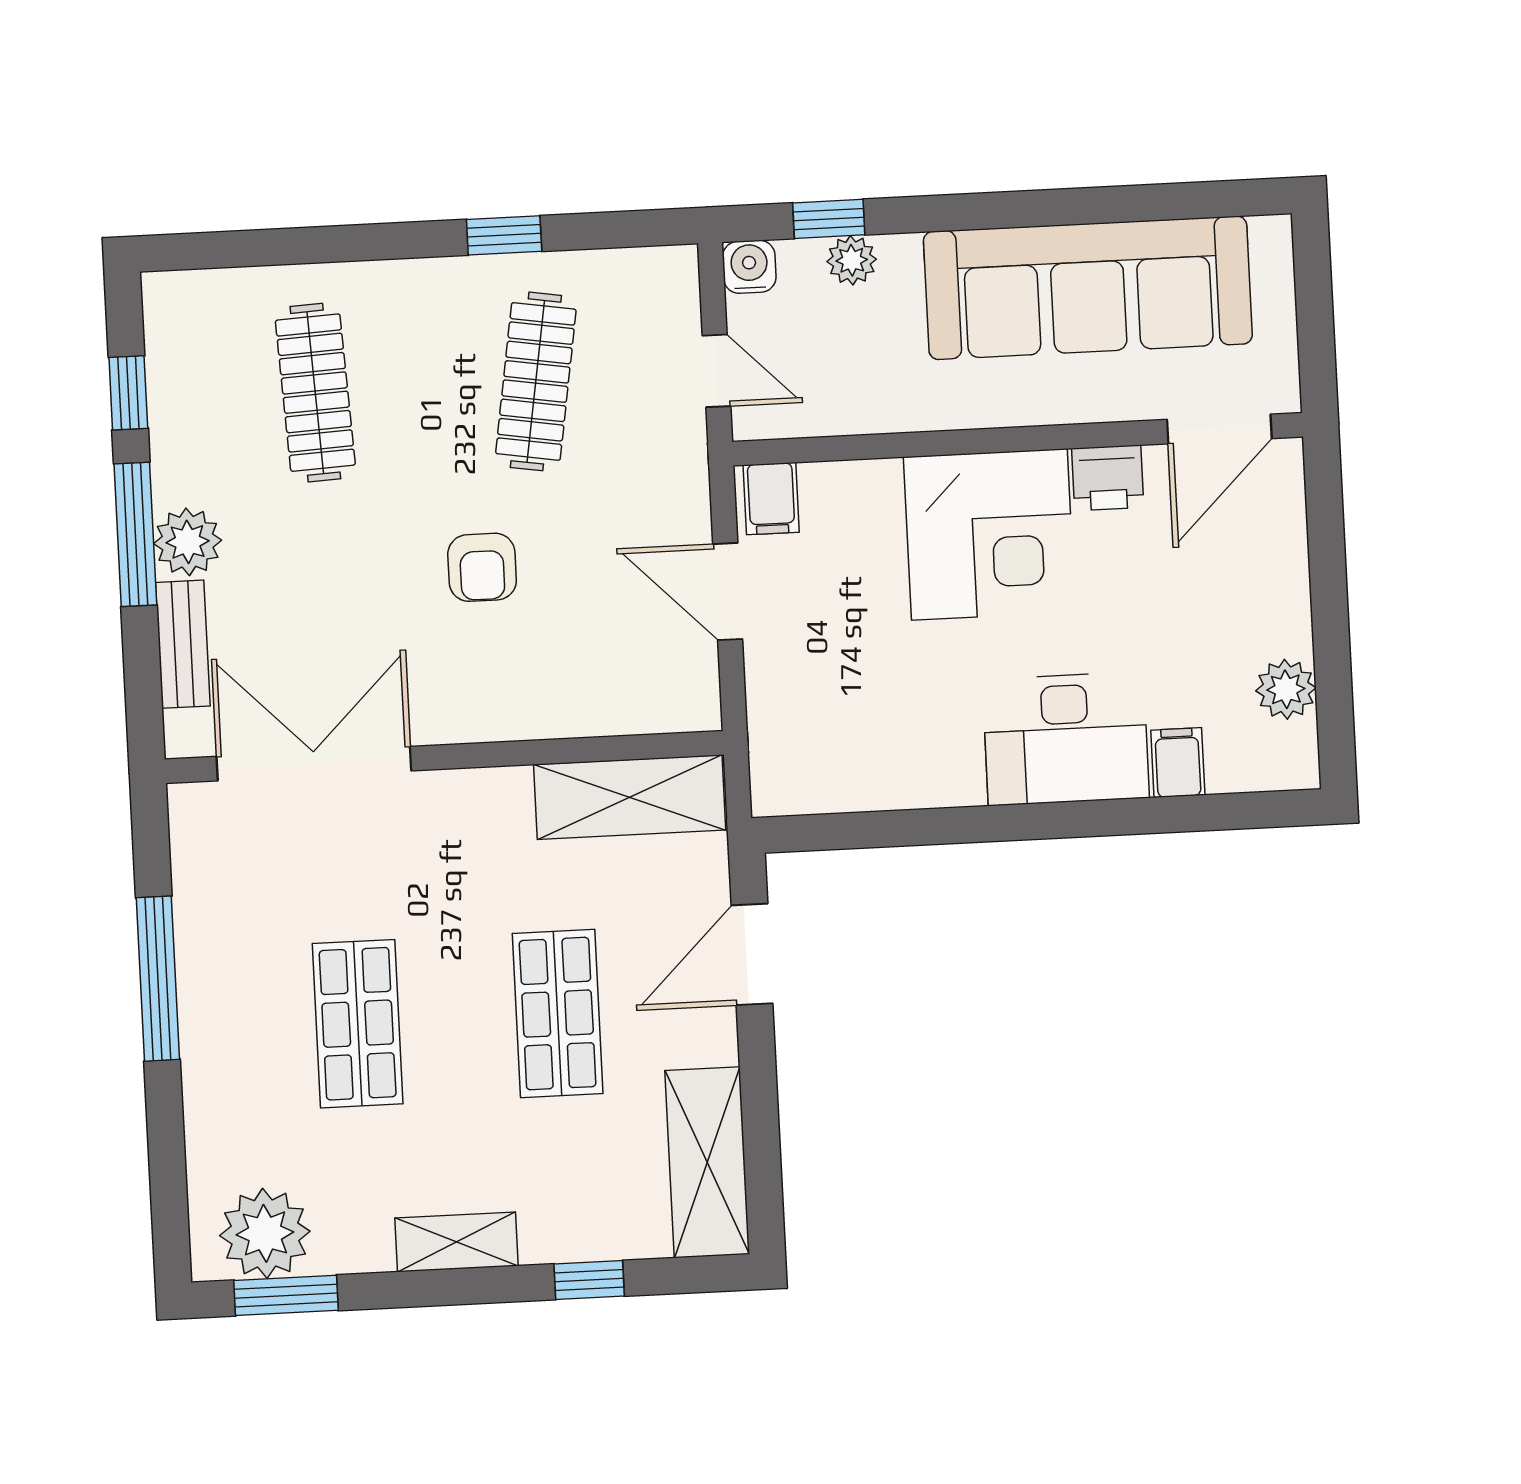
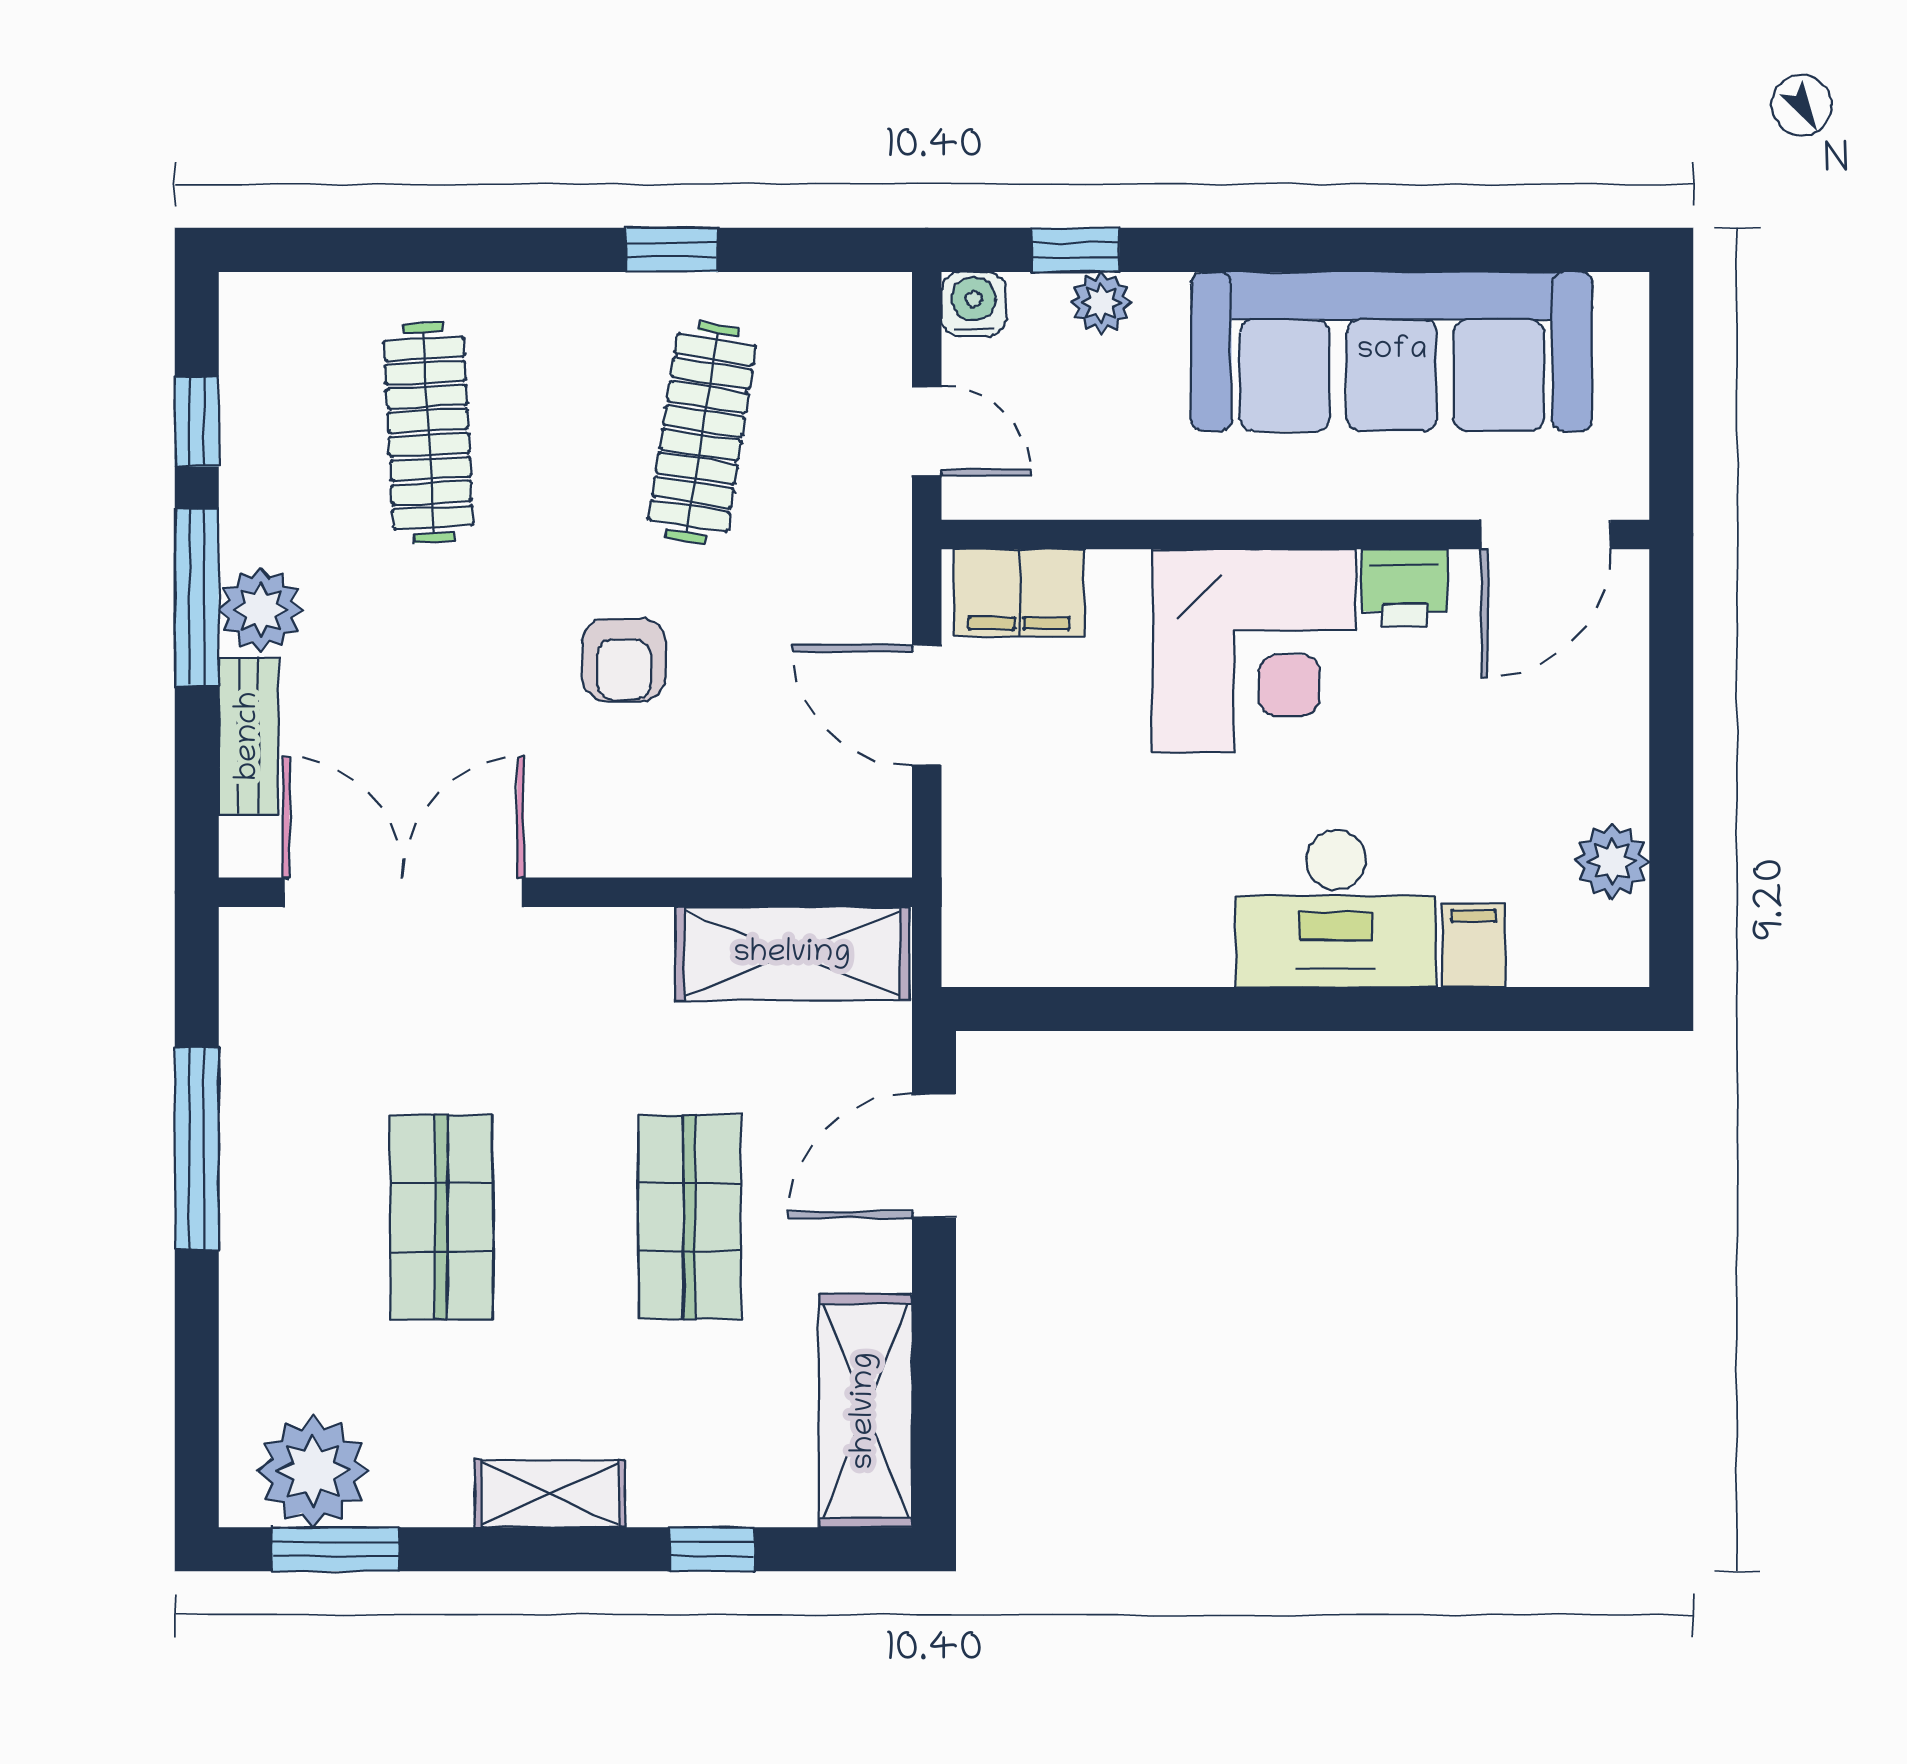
filing cabinet: (771, 499) -> (1019, 593), width x2.00

